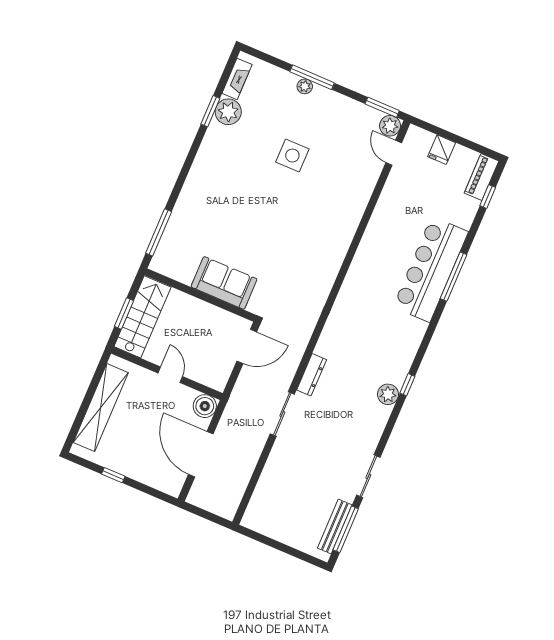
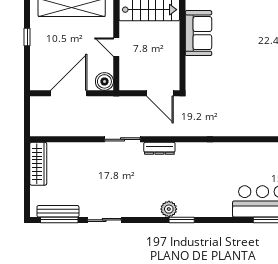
sofa: (224, 283) -> (198, 33), moved
door: (170, 375) -> (116, 47), swing flipped
window: (407, 385) -> (182, 220), width x1.50
wardrobe: (269, 526) -> (38, 164), added

